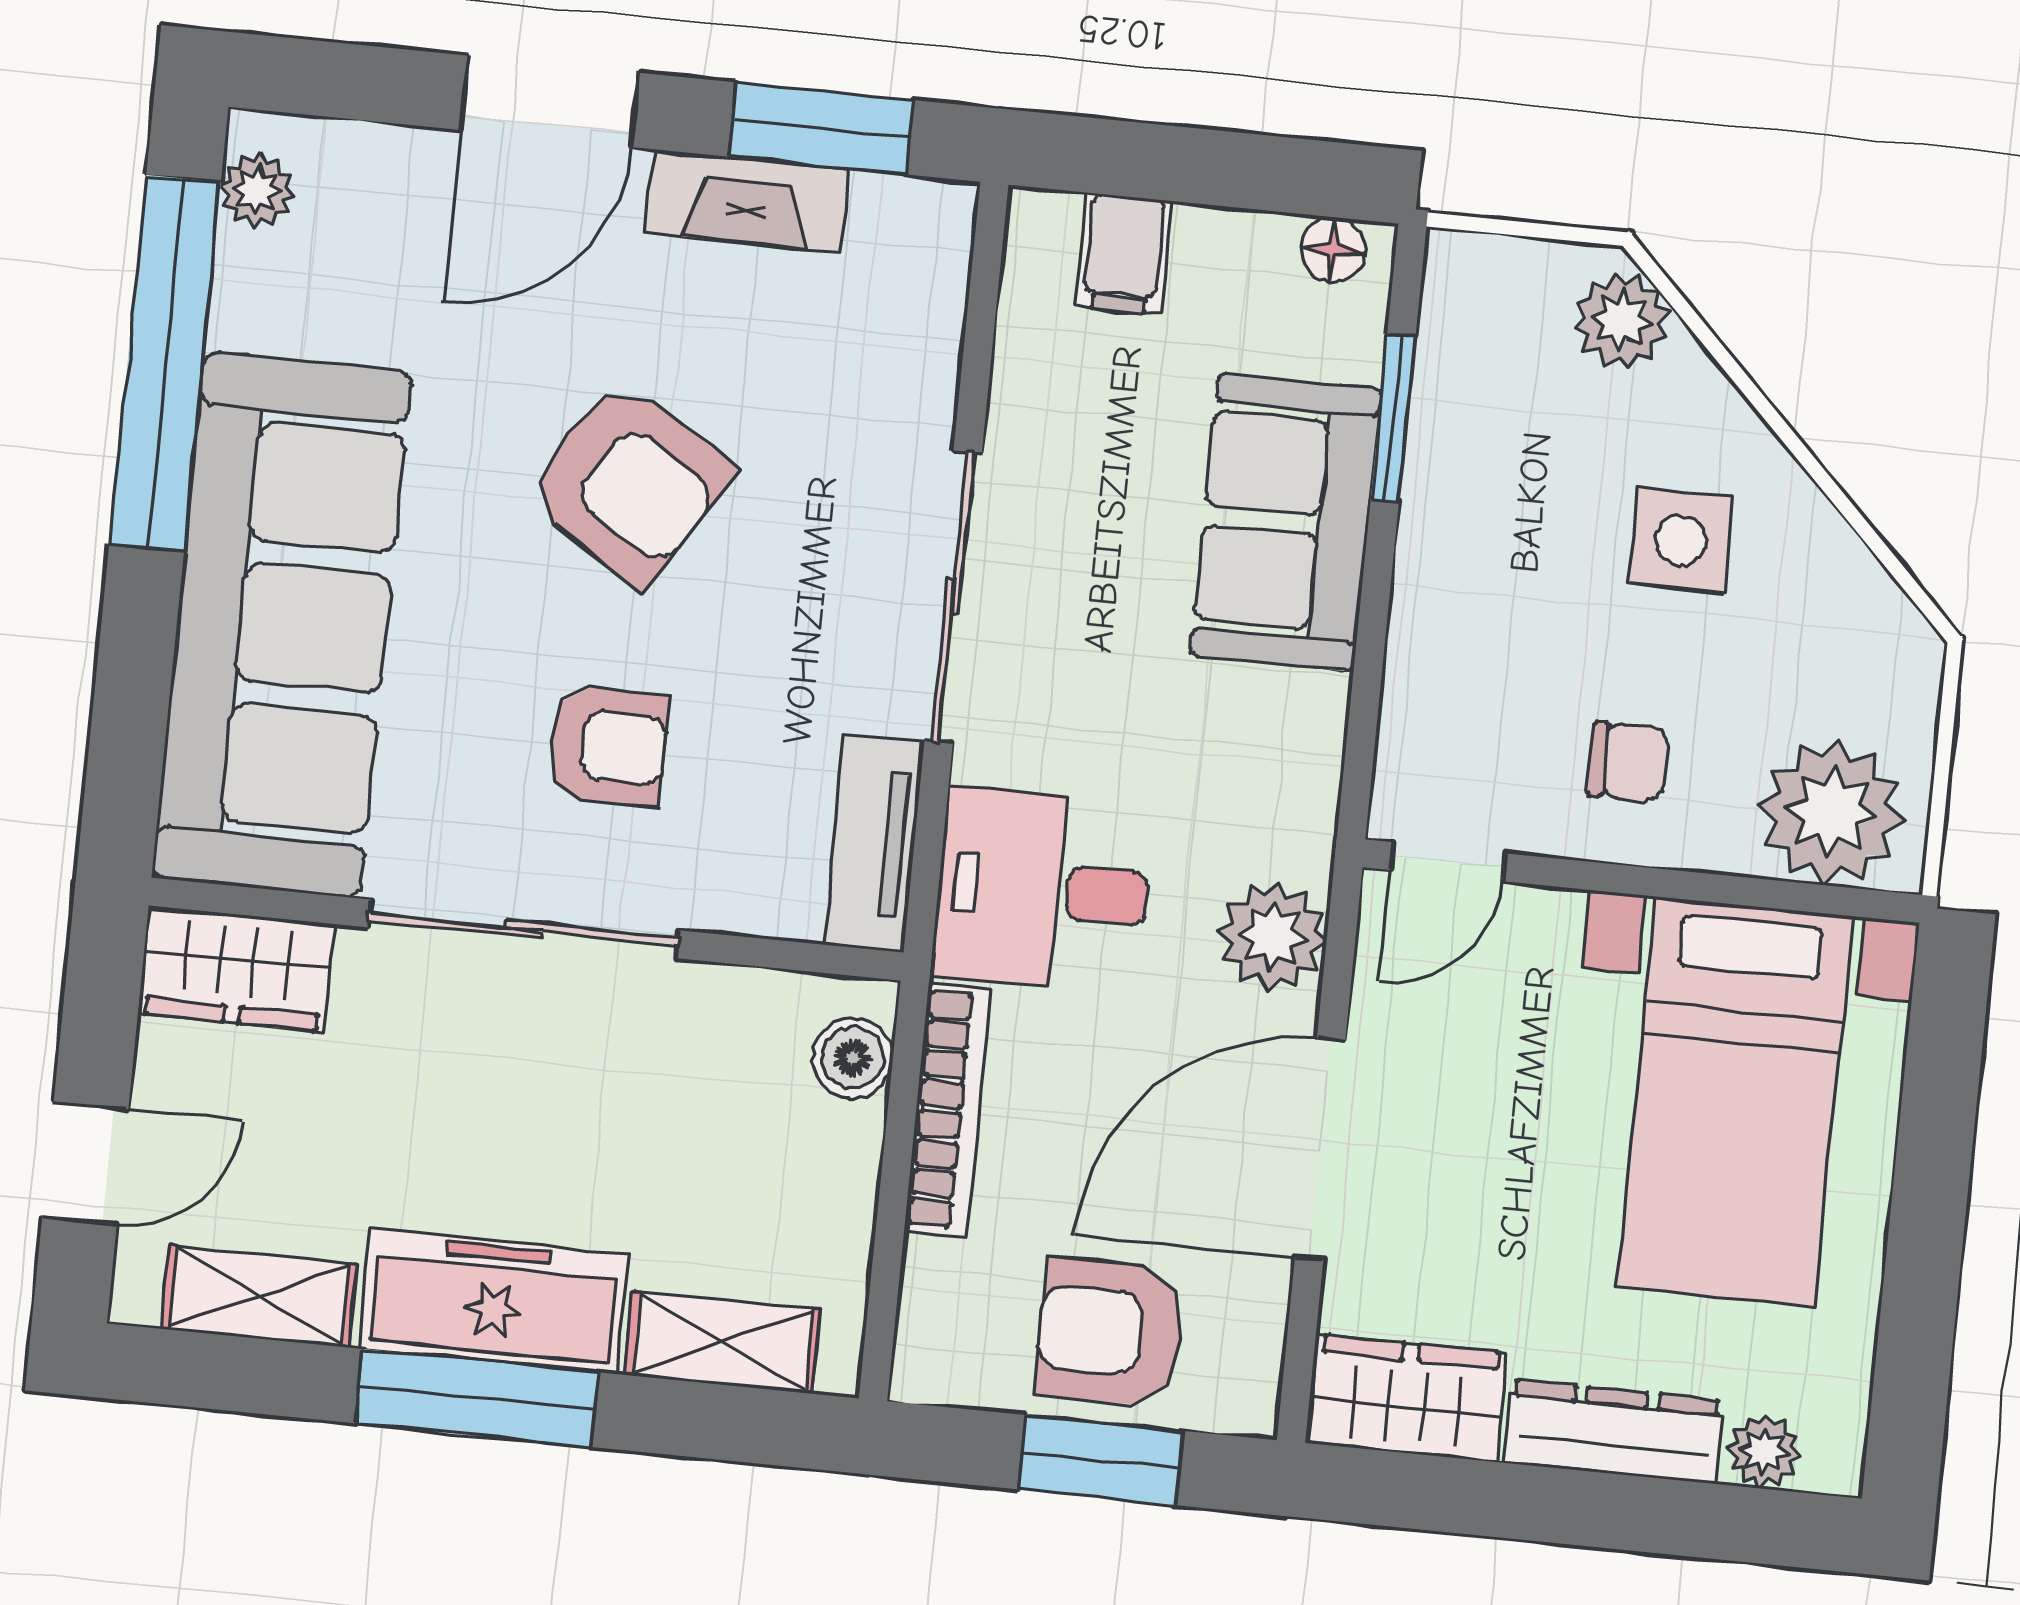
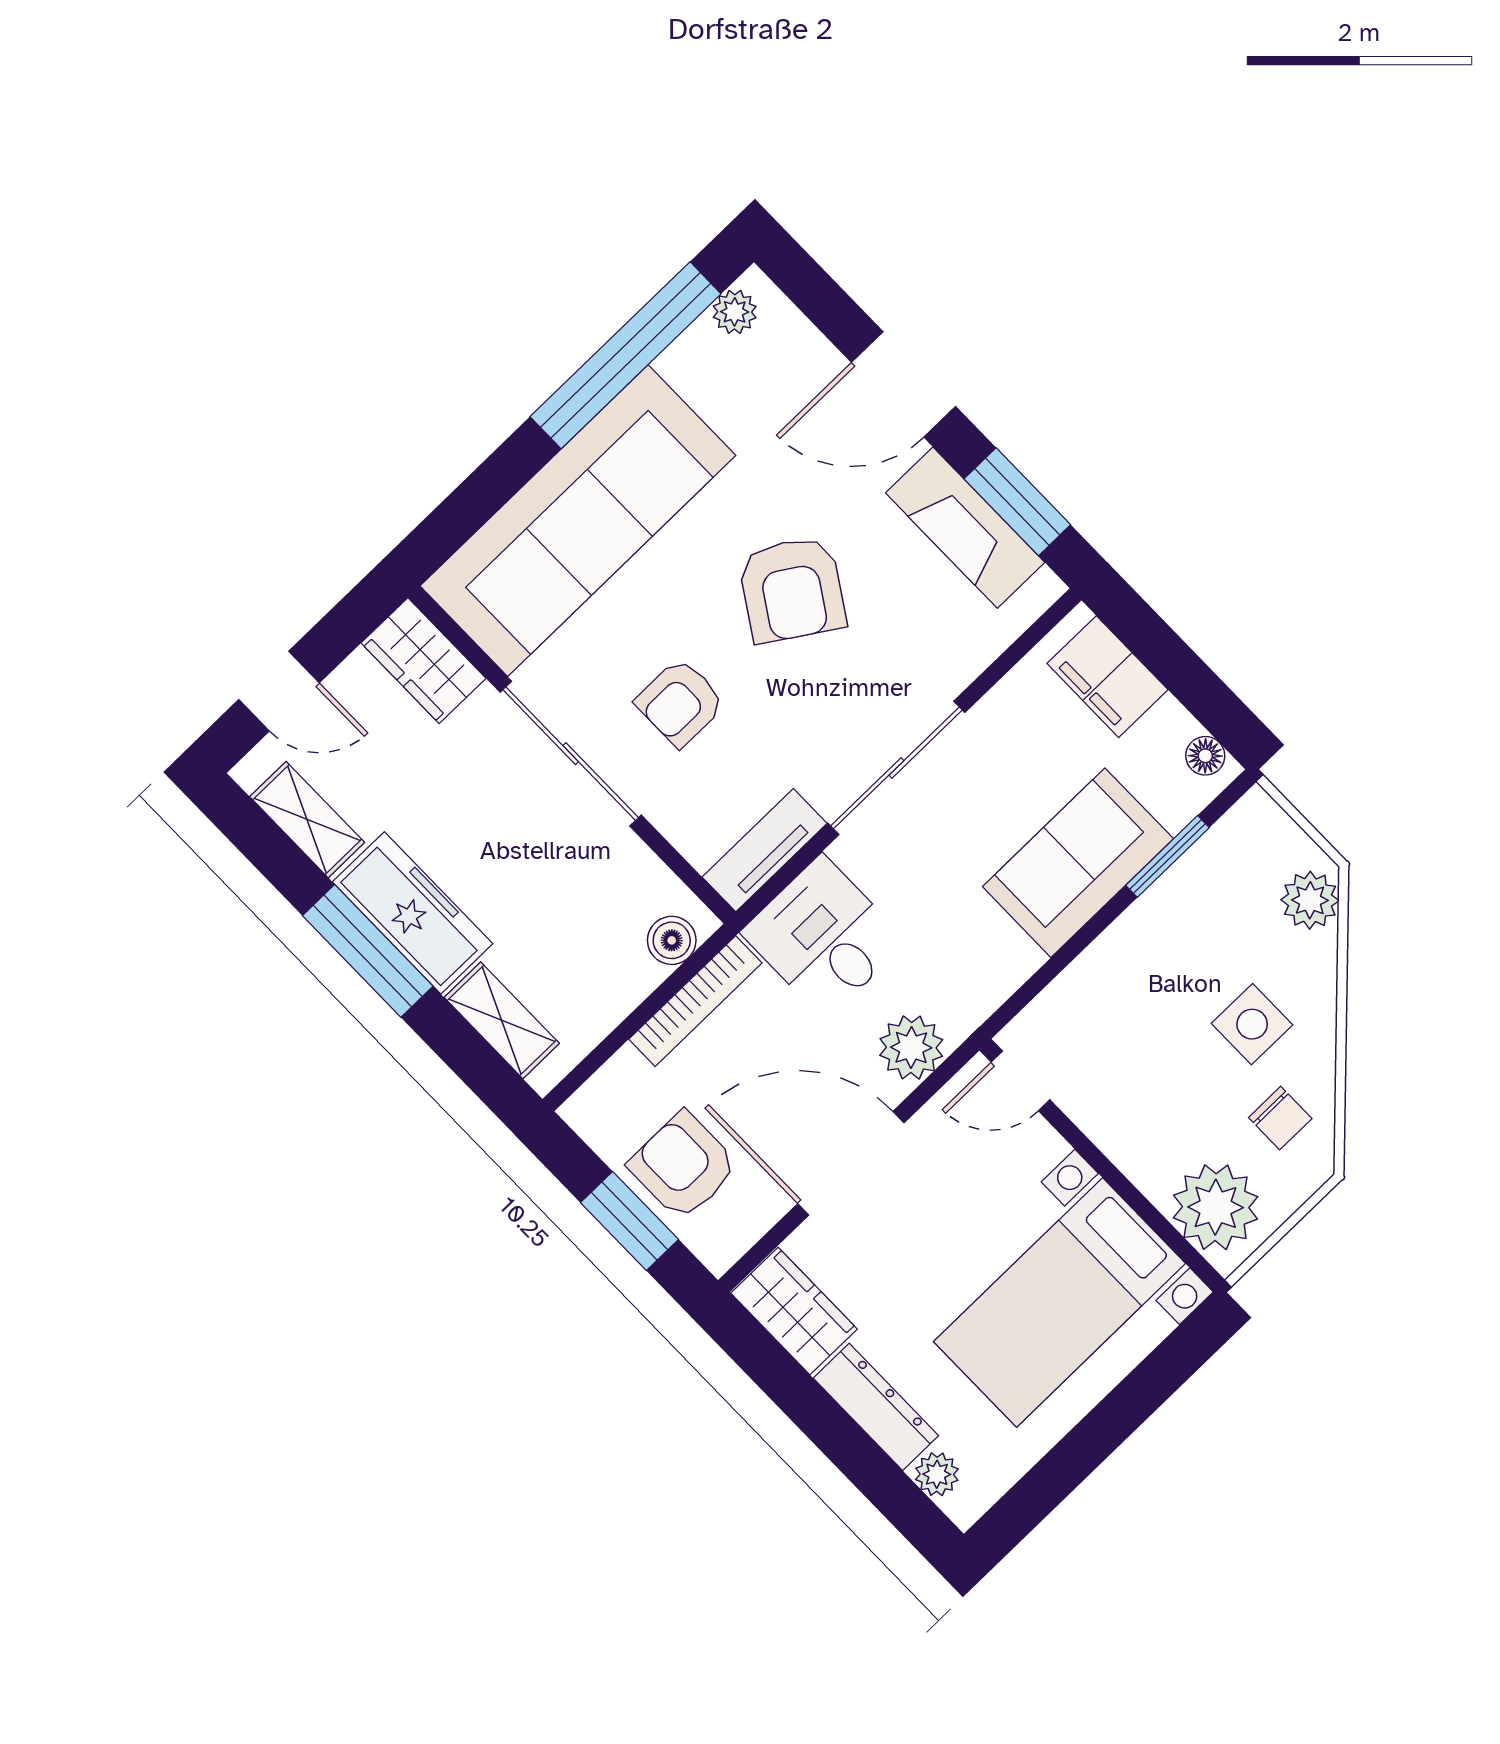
fireplace: (748, 201) -> (965, 528), width x1.37, depth x1.32
filing cabinet: (1123, 254) -> (1108, 677), width x2.00
armchair: (608, 746) -> (680, 703), turned 90
chair: (1628, 762) -> (1280, 1118), moved

